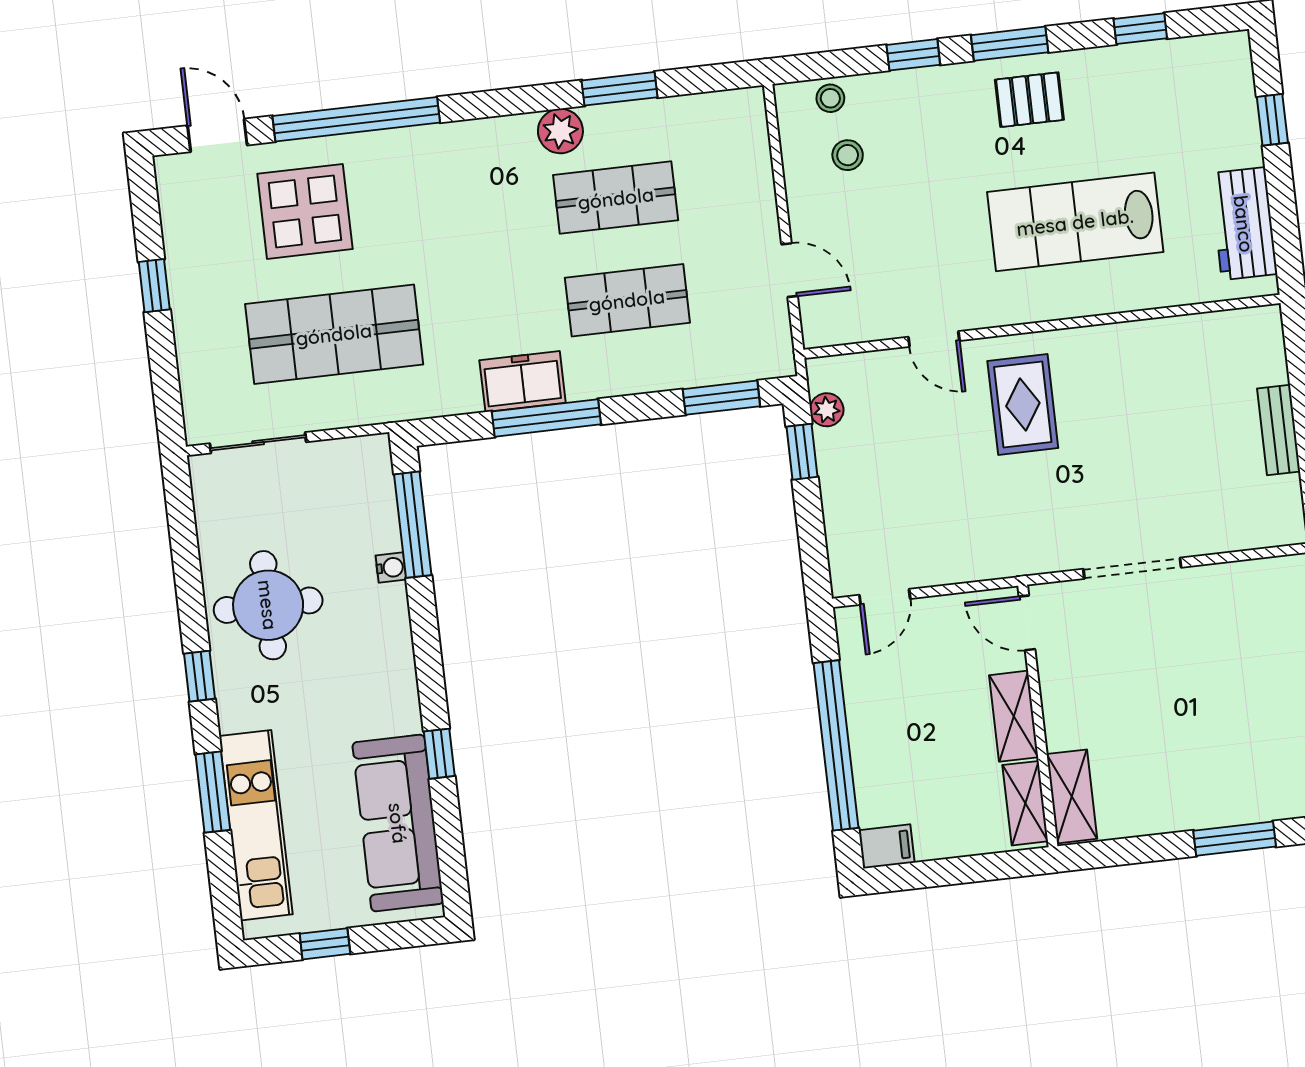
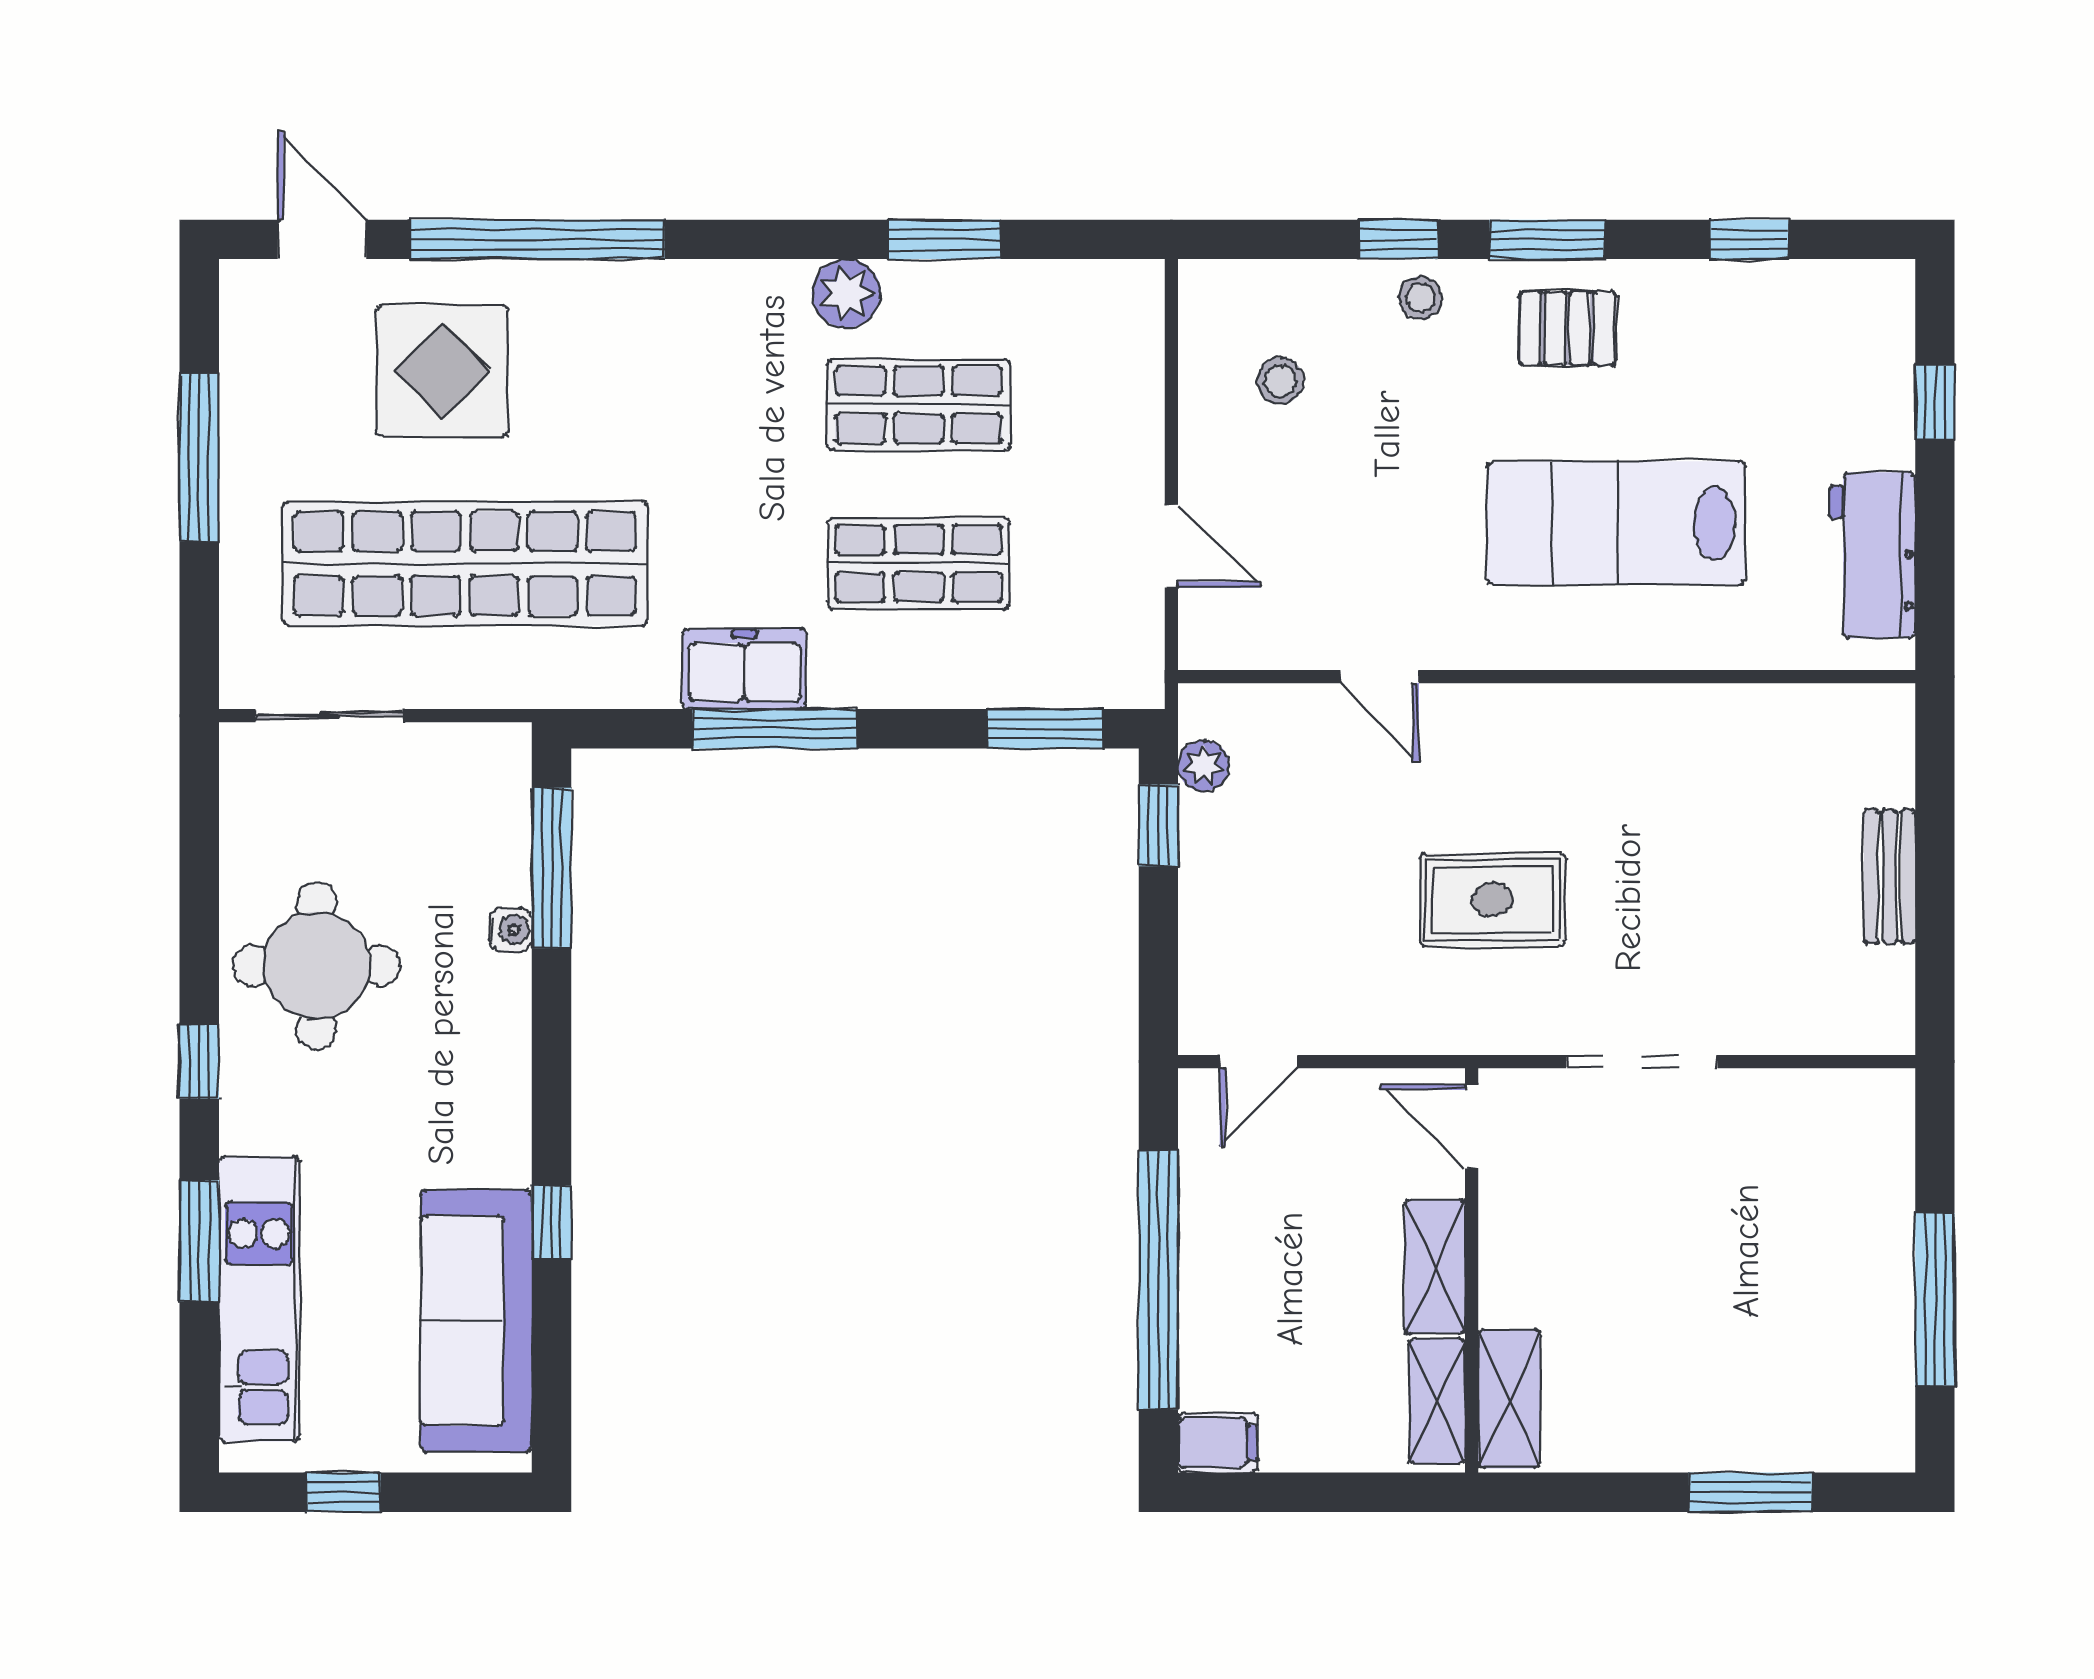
stool: (830, 98) -> (1420, 298), moved
window: (154, 286) -> (199, 457), width x2.17
shop shelf: (334, 334) -> (465, 563), width x1.40
rug: (1023, 405) -> (1492, 900), moved, turned 90

